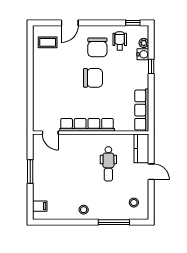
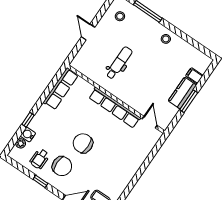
window: (133, 23) -> (40, 181), moved
chair: (97, 47) -> (62, 166), turned 90
kitchen counter: (141, 148) -> (182, 93), moved, turned 180
filing cabinet: (40, 206) -> (194, 76), moved

